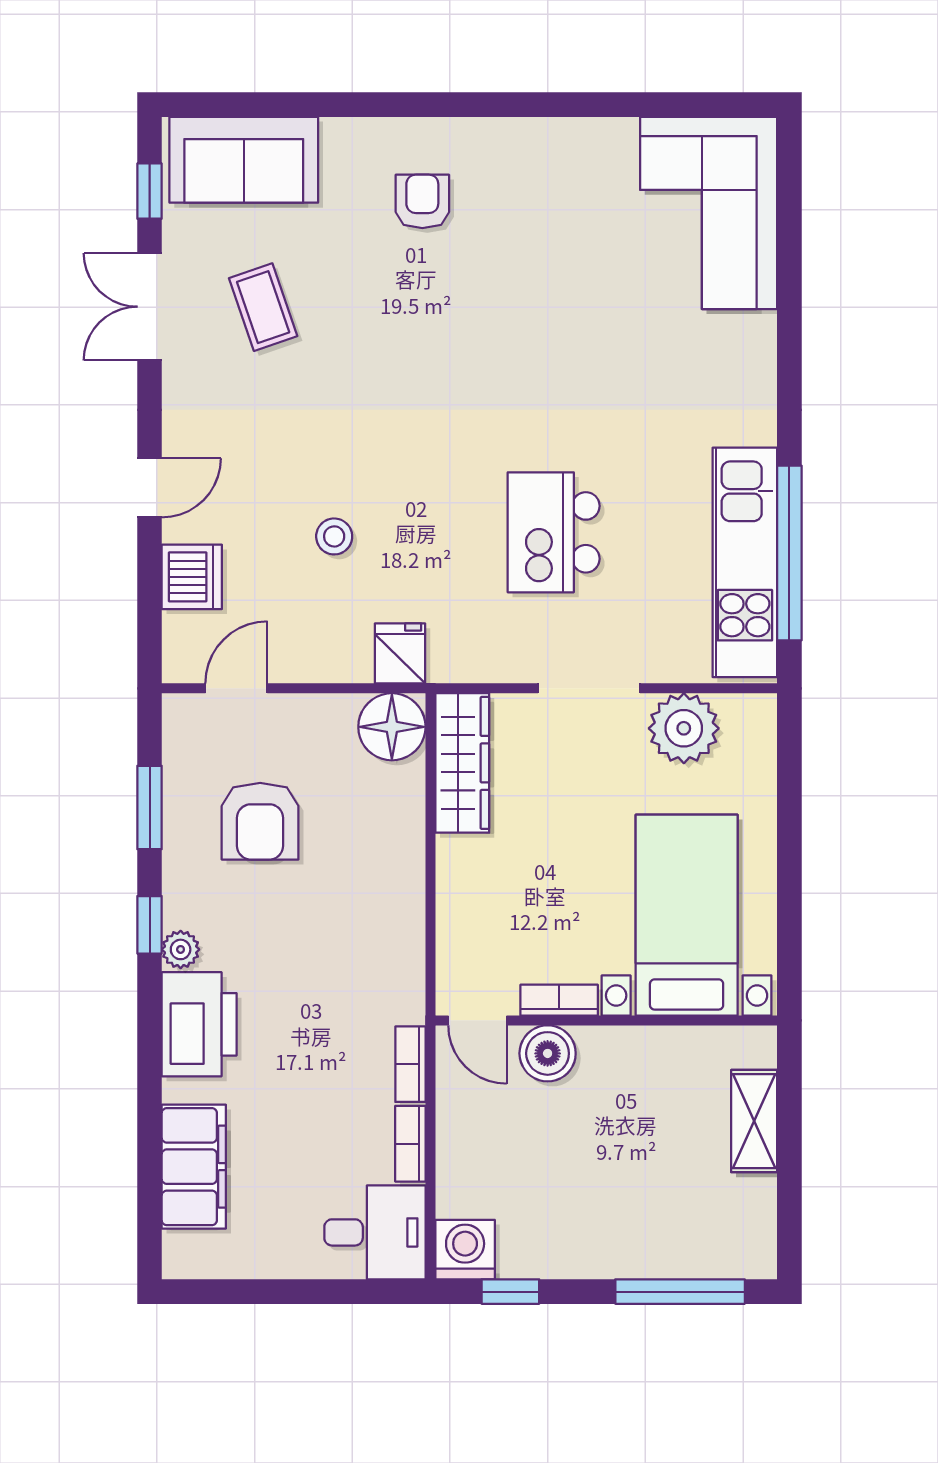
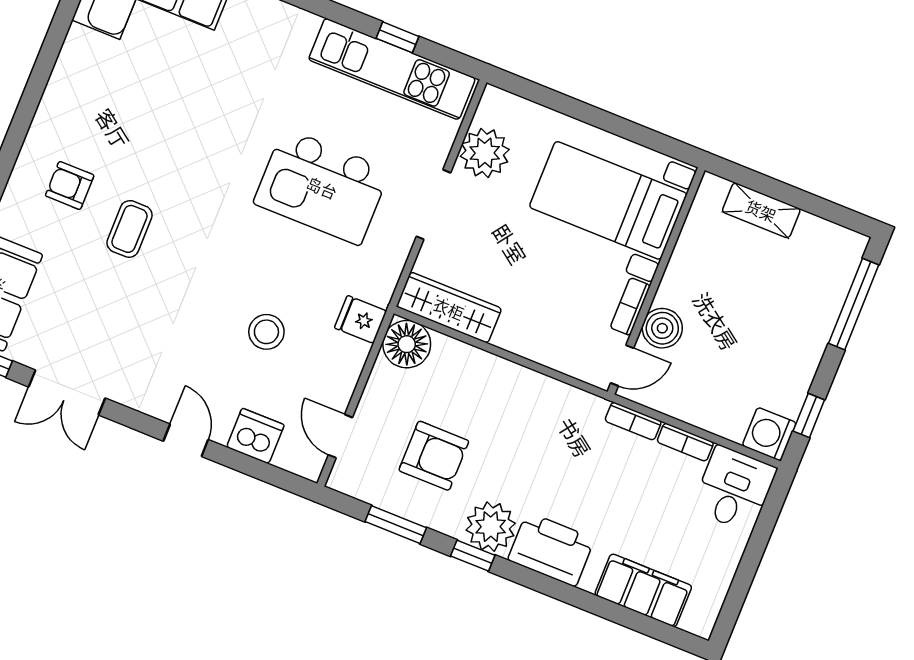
coffee table: (263, 307) -> (129, 229), moved, turned -71
kitchen island: (554, 532) -> (322, 187), width x1.37, depth x1.28
stool: (334, 536) -> (266, 332), width x1.37, depth x1.37
window: (789, 553) -> (398, 37), width x0.32
plant: (181, 949) -> (491, 527), width x1.88, depth x1.88

